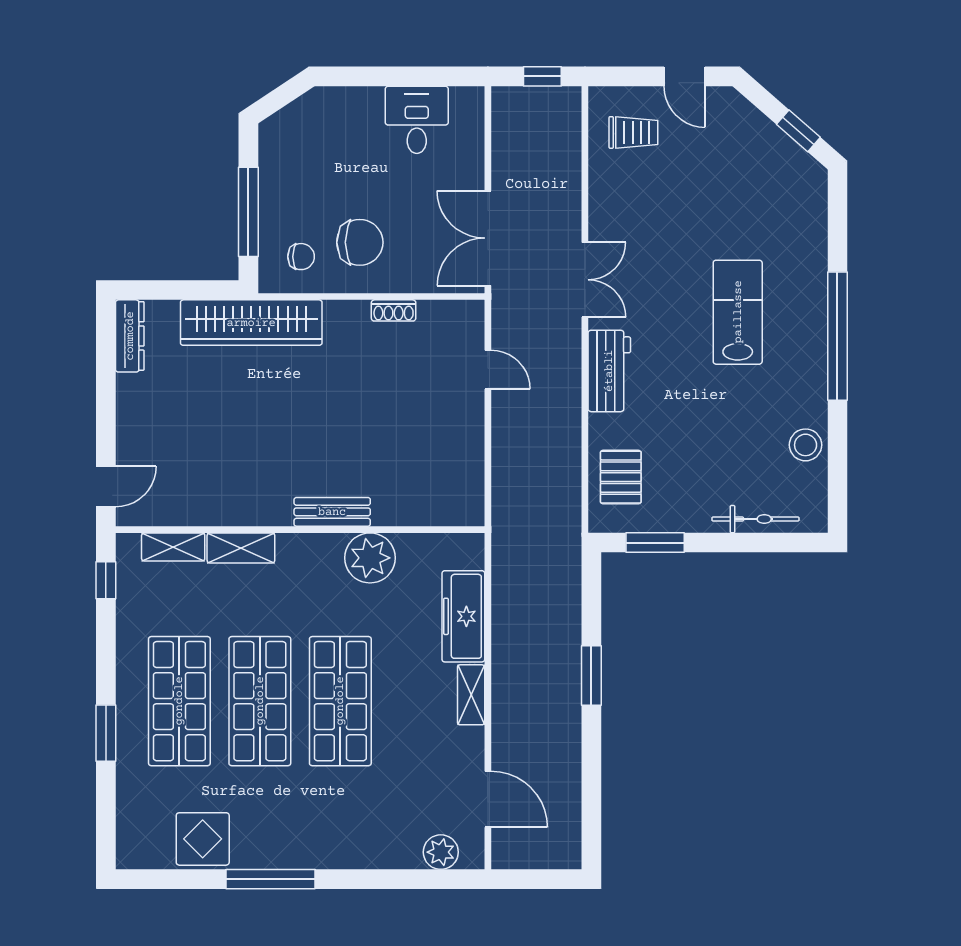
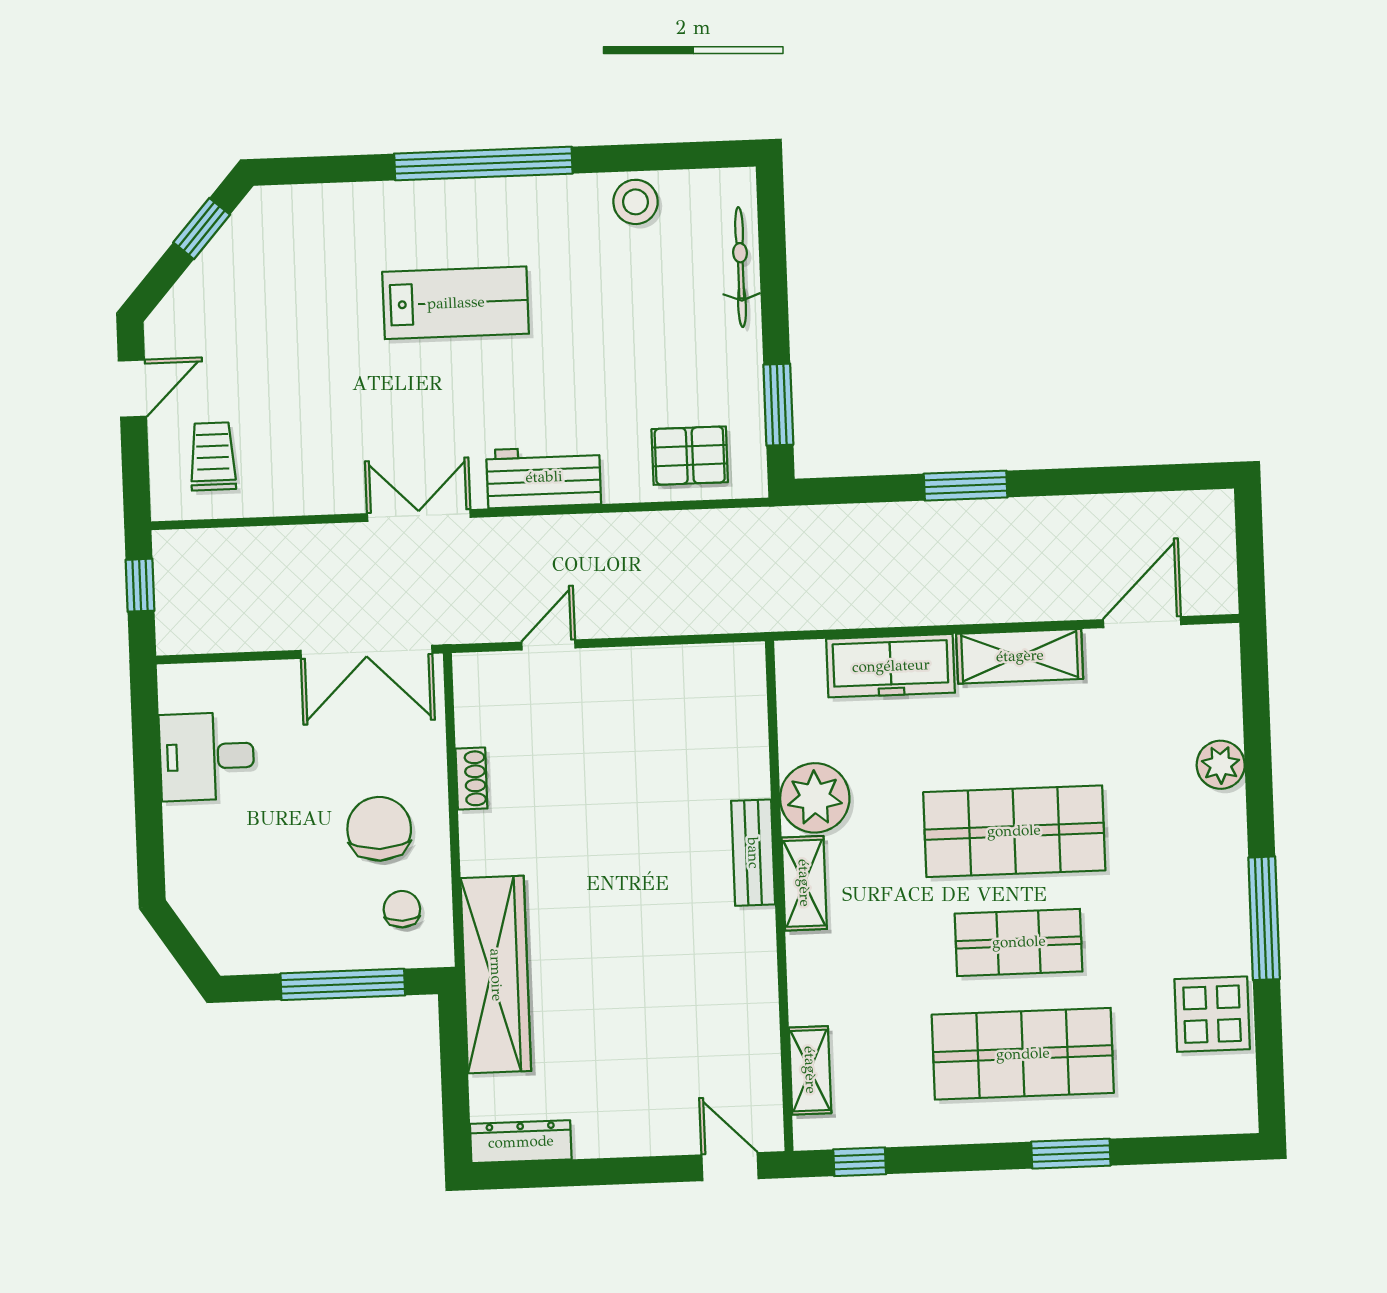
lab bench: (738, 312) -> (456, 303), turned 180
shelving: (241, 548) -> (804, 883), moved
shelving: (471, 695) -> (1020, 656), width x1.50, depth x1.33
shop shelf: (260, 701) -> (1019, 942), width x0.70, depth x0.74
plant: (441, 852) -> (1221, 765), moved

